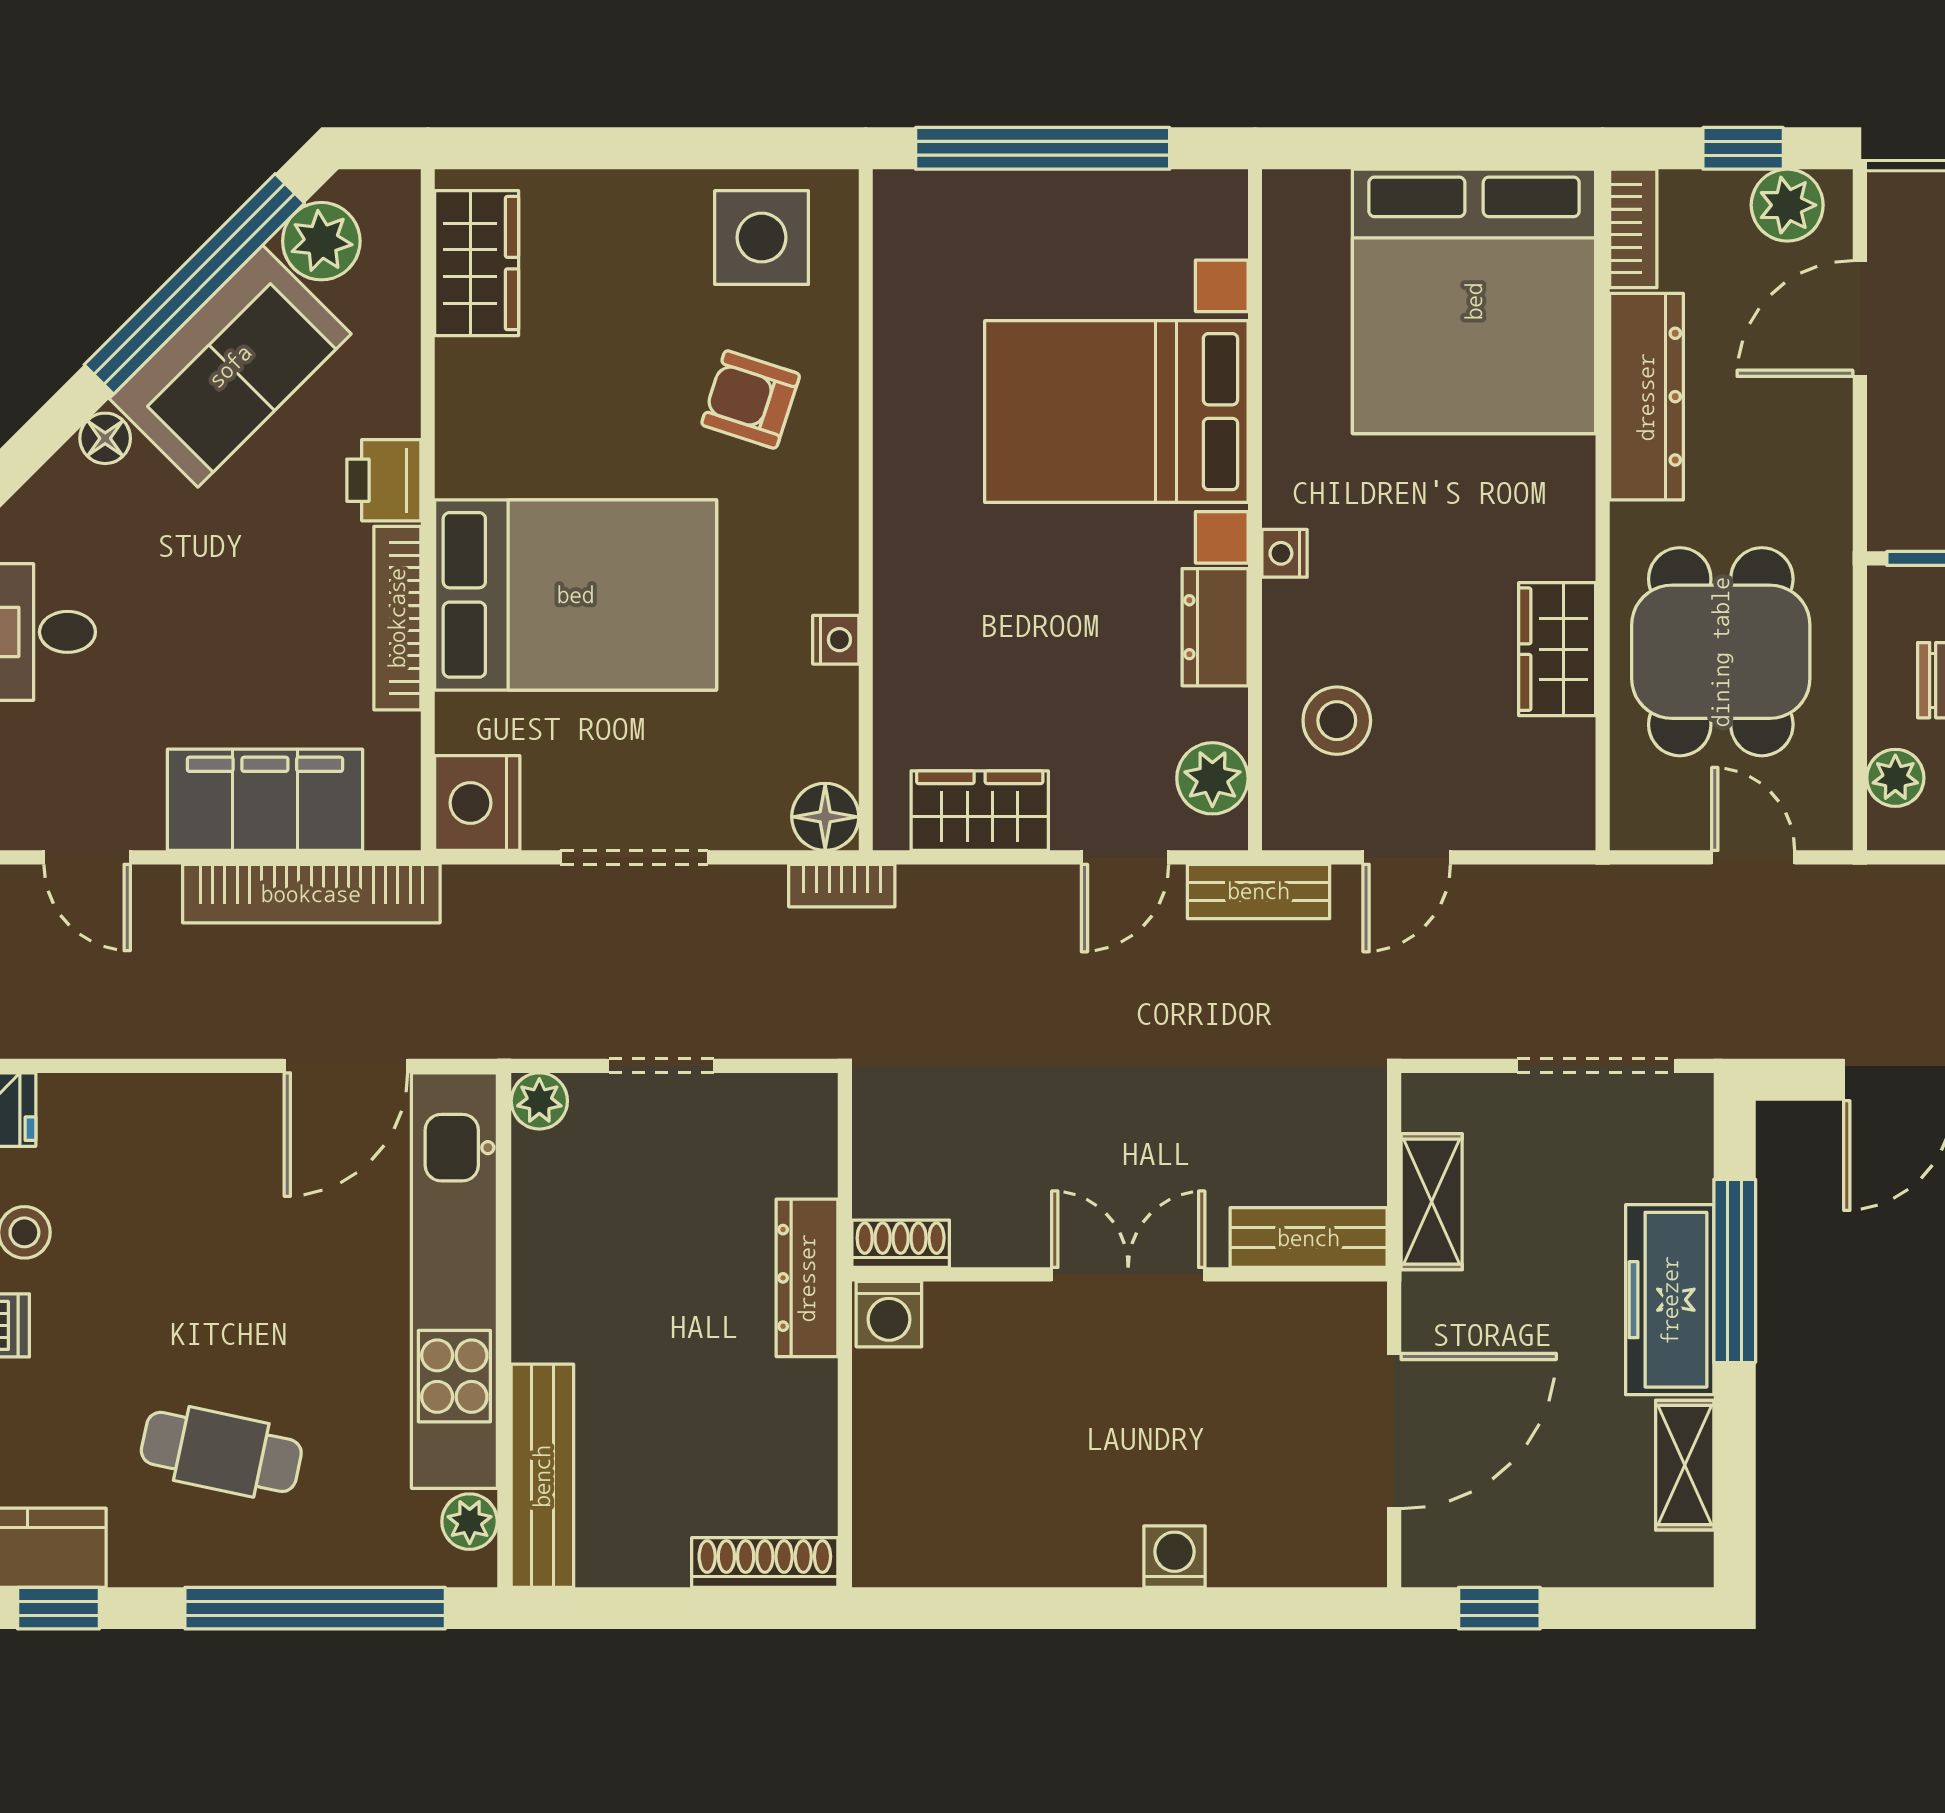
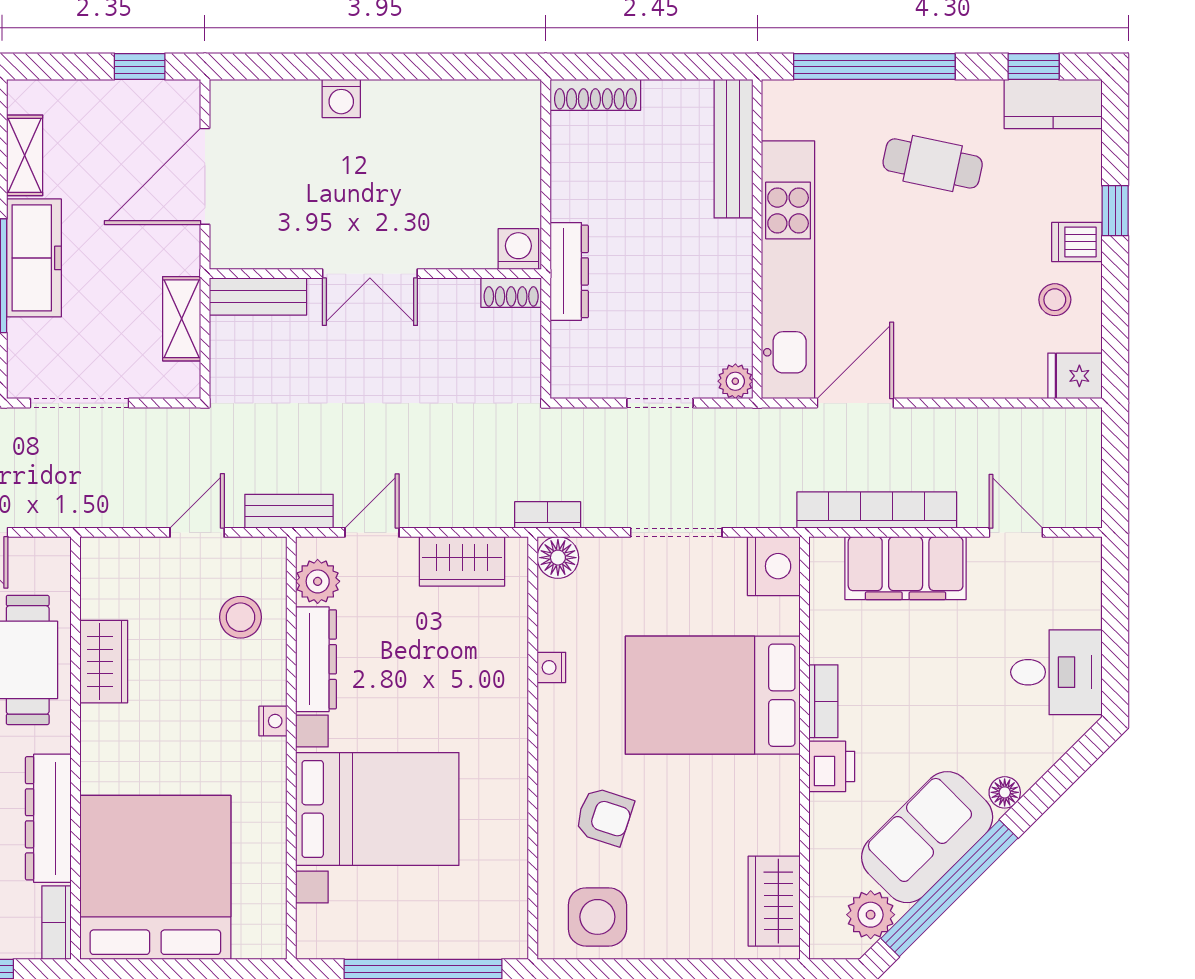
bookcase: (397, 618) -> (823, 701), width x0.64
dresser: (1215, 627) -> (316, 659), width x1.44
plant: (470, 1522) -> (779, 120), removed

